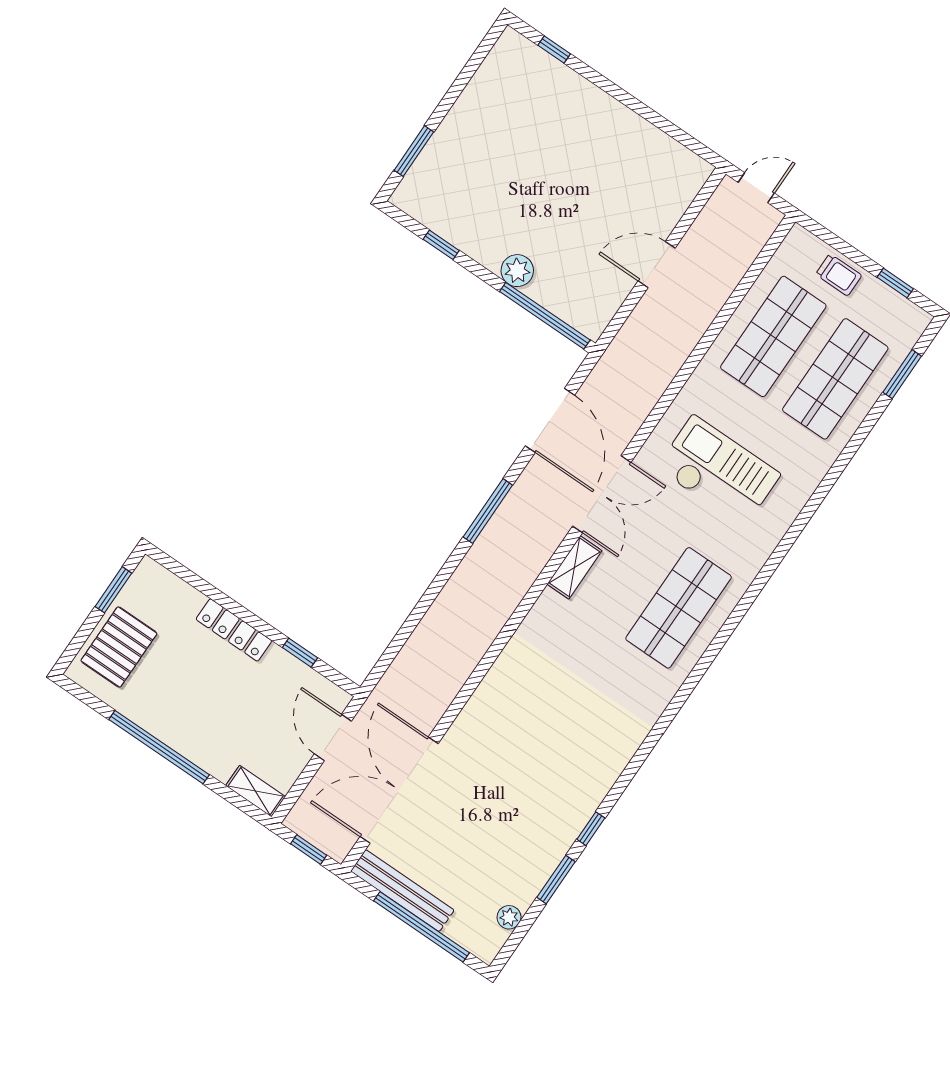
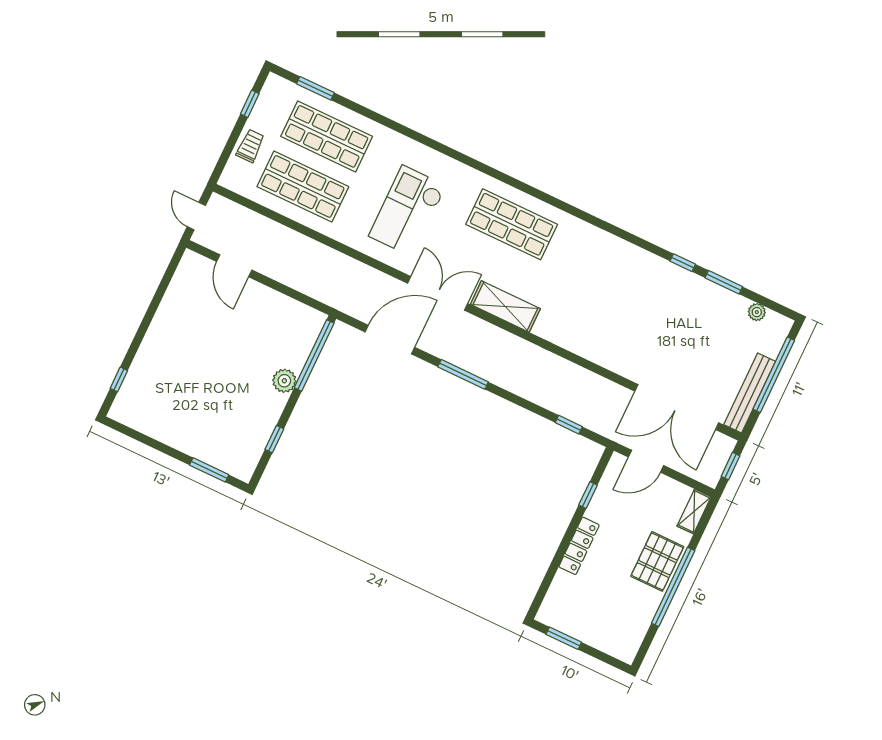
door: (657, 265) -> (234, 266), moved
shelving: (574, 567) -> (505, 306), width x1.50, depth x1.33
window: (398, 642) -> (569, 425), added
pallet: (119, 647) -> (657, 561), moved, turned 90

